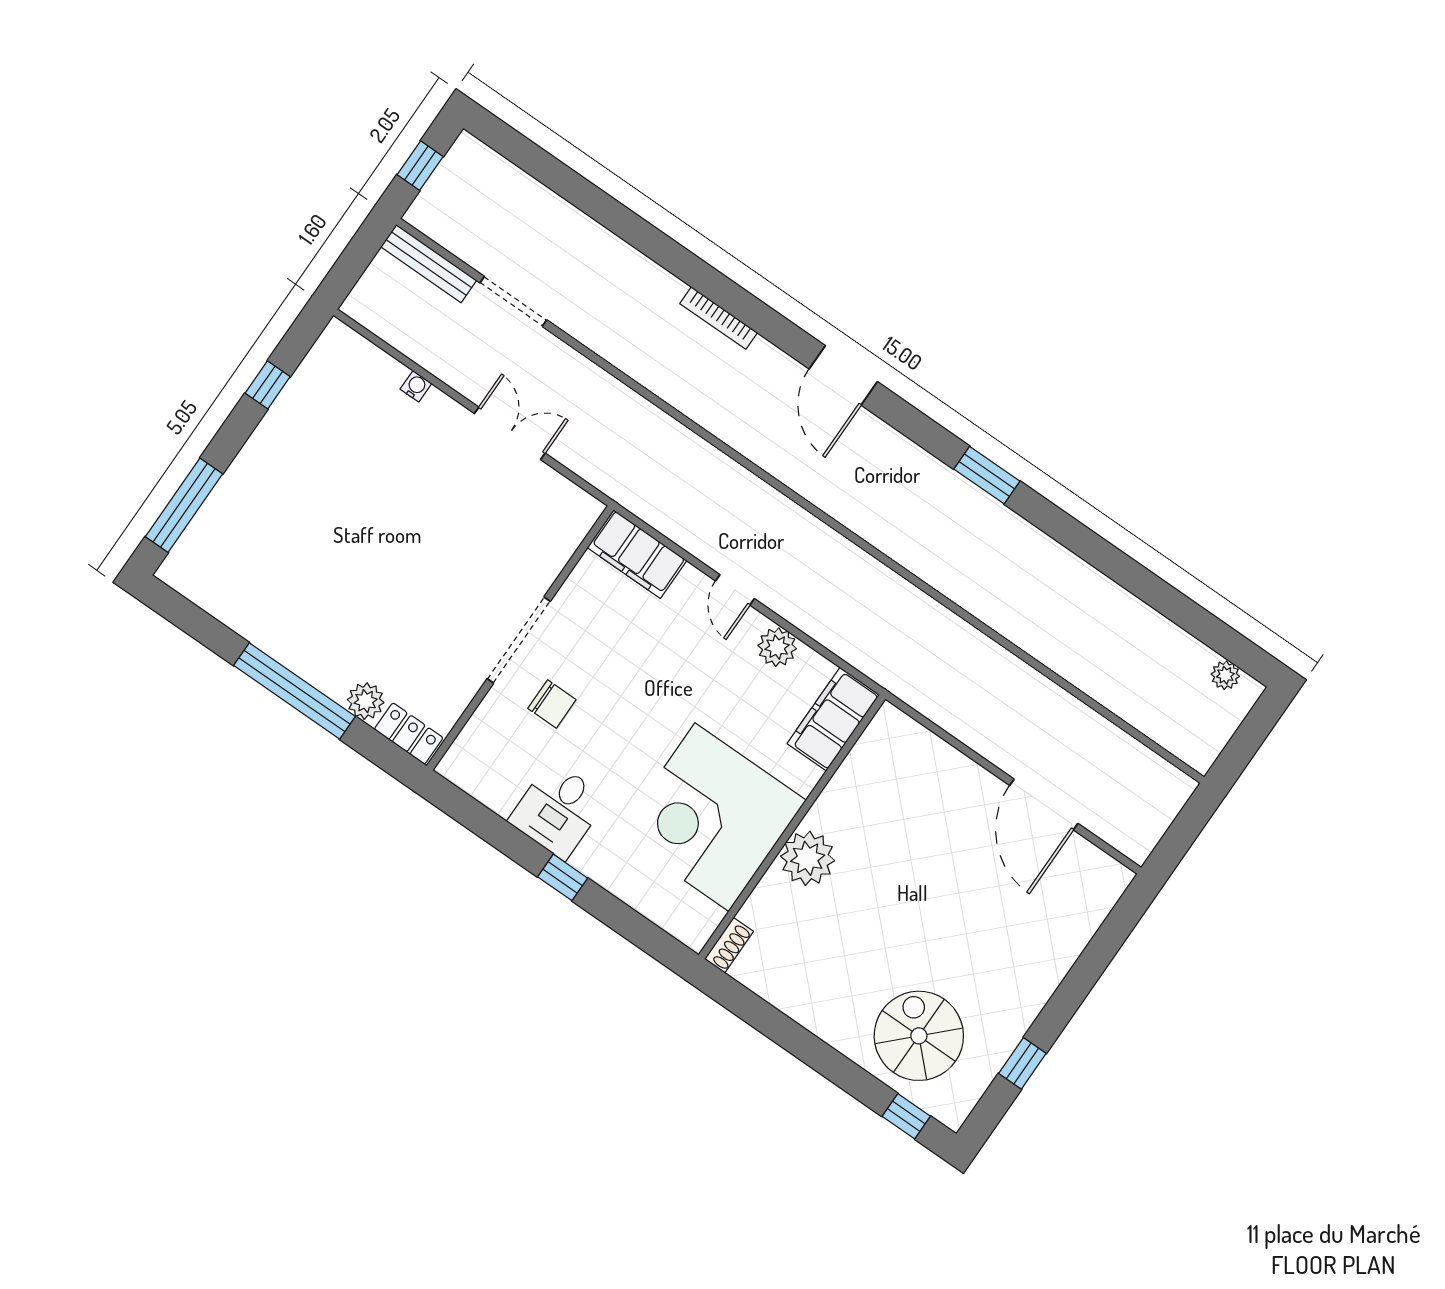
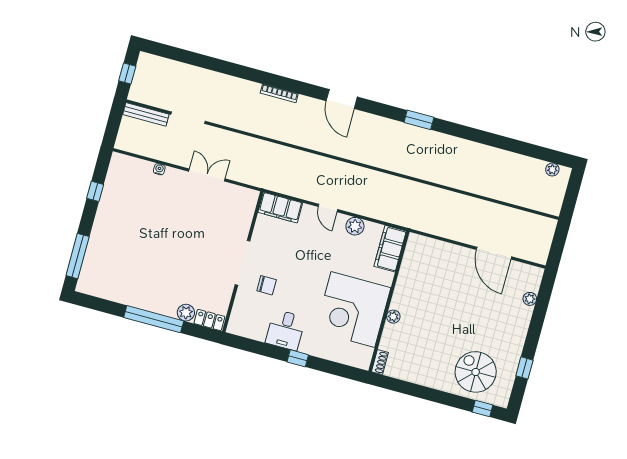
plant: (808, 858) -> (393, 317), width x0.53, depth x0.53
plant: (1084, 925) -> (530, 299), added

